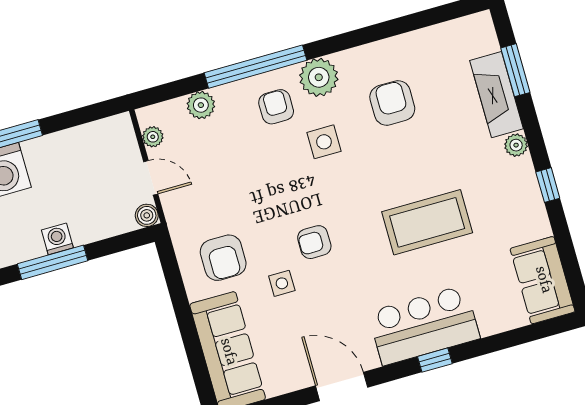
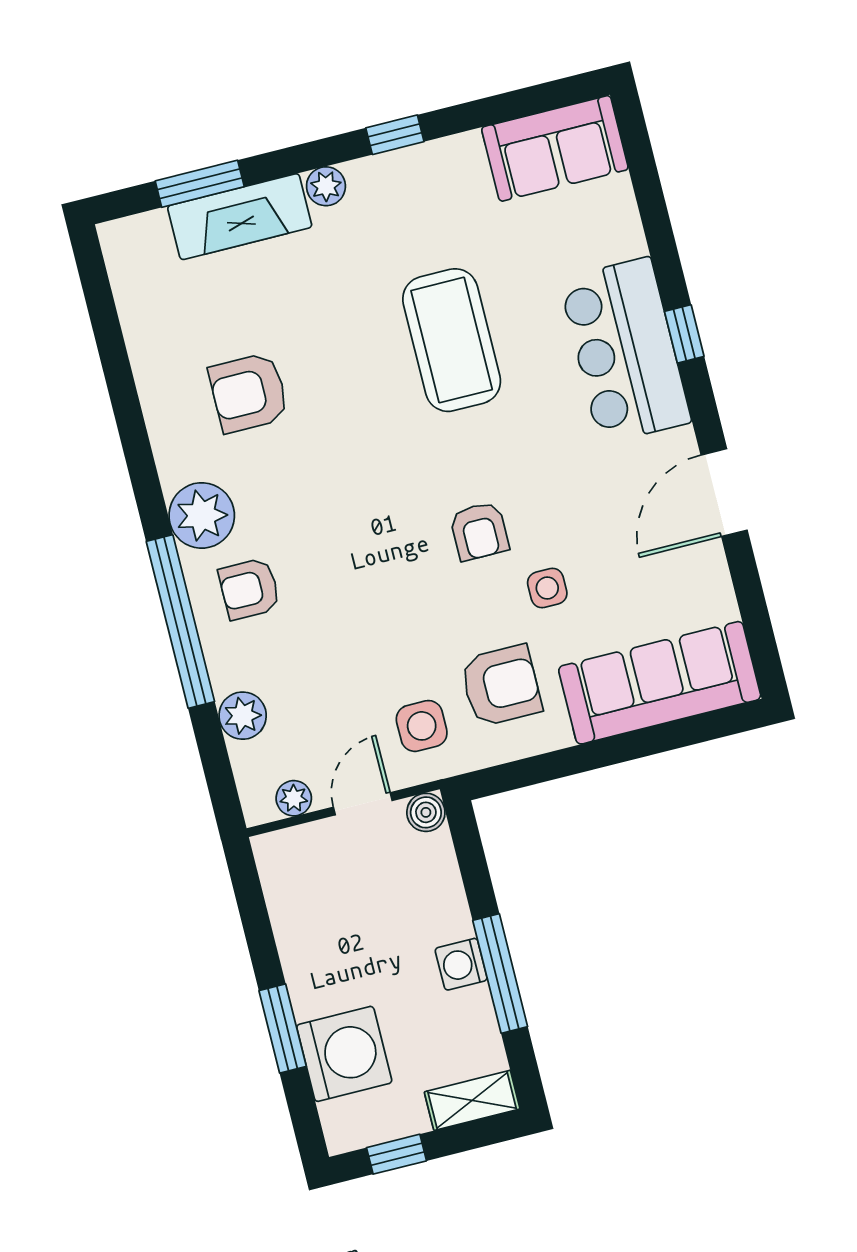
side table: (324, 142) -> (422, 726), moved

